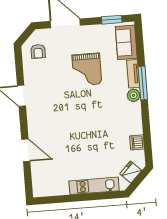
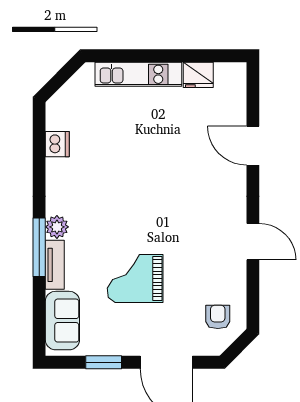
window: (112, 20) -> (104, 362), moved
grand piano: (87, 70) -> (135, 278), turned -90
fridge: (131, 172) -> (198, 75), moved, turned 45

